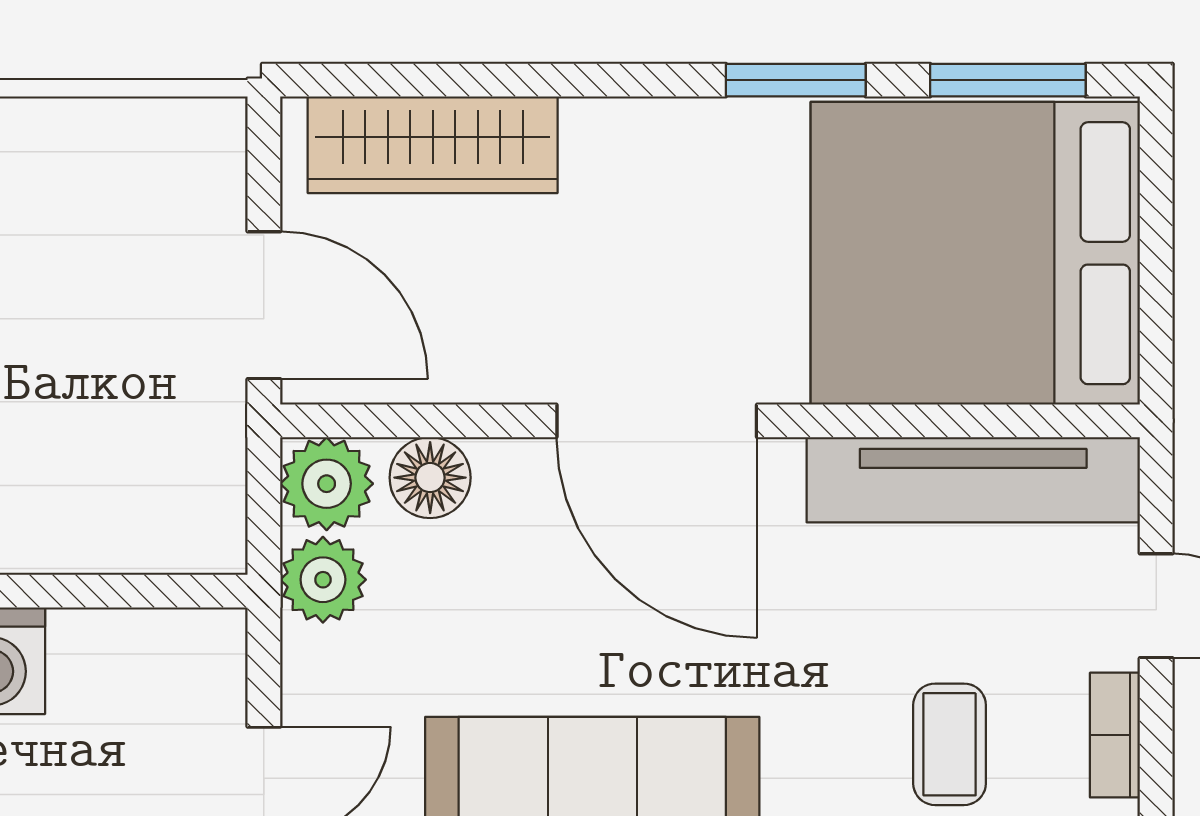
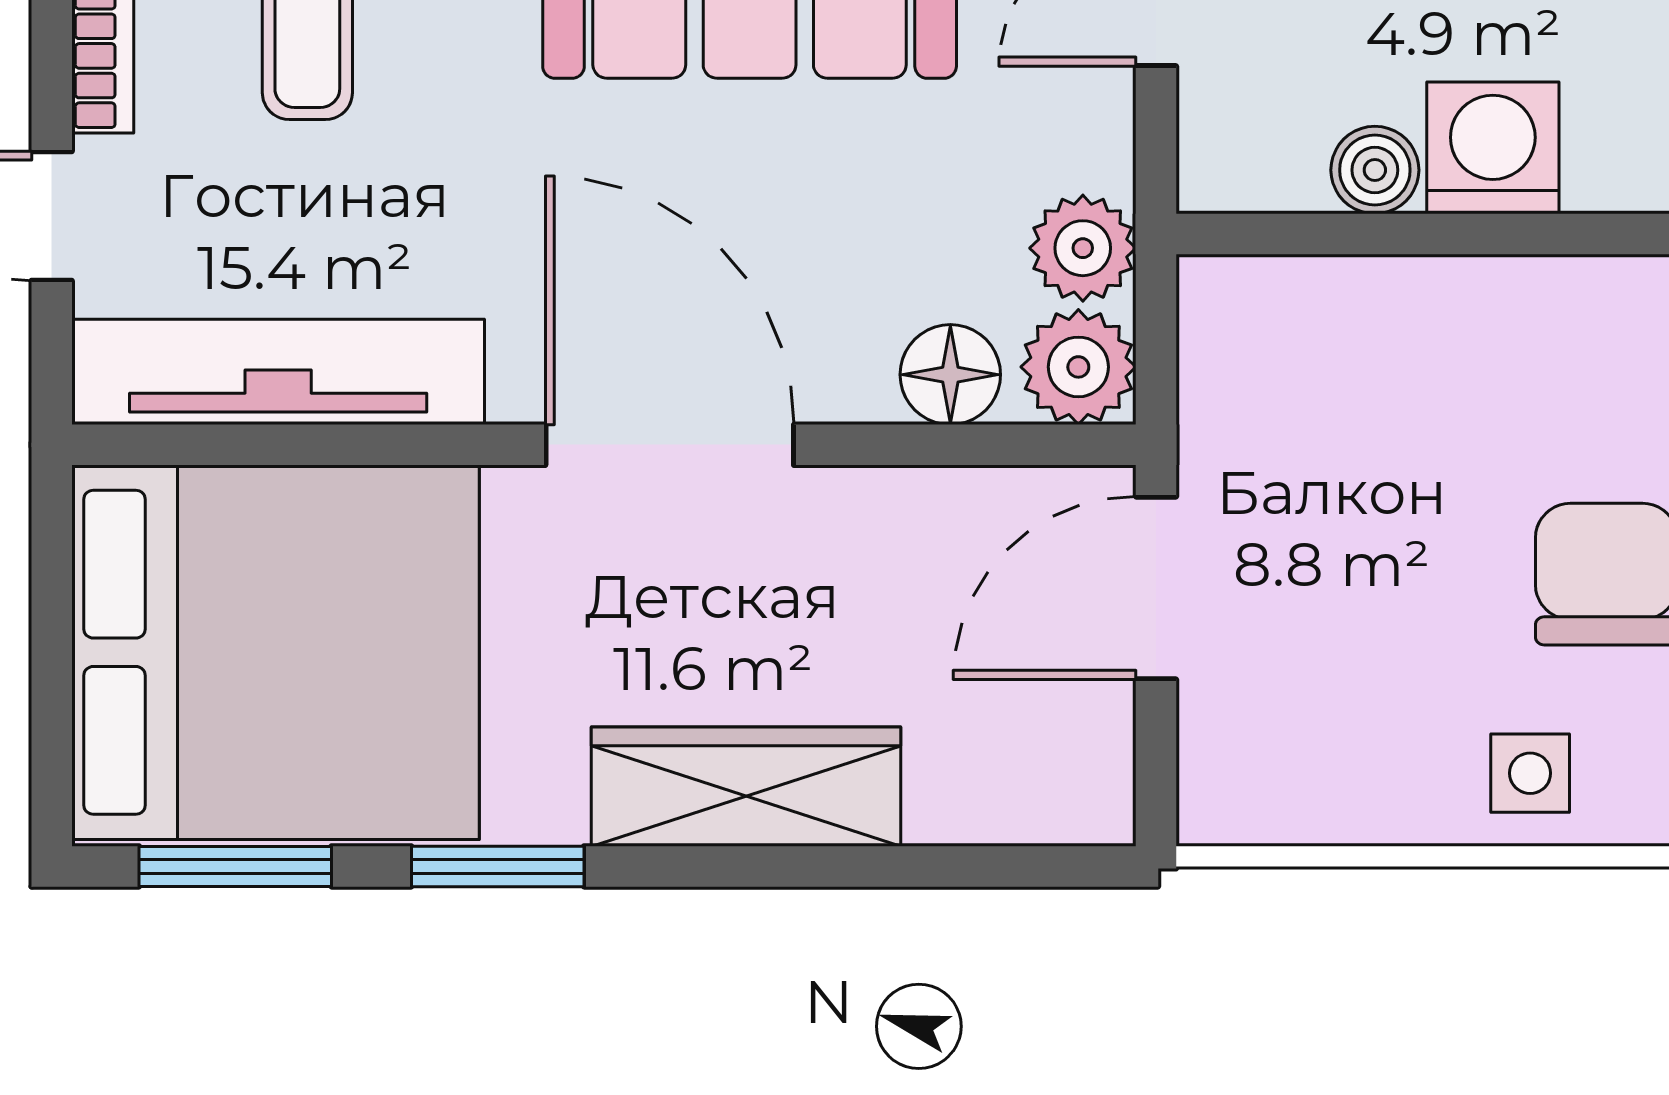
wardrobe: (433, 145) -> (746, 787), moved
door: (264, 305) -> (1156, 588), hinge flipped
boiler: (87, 643) -> (1375, 170), added

